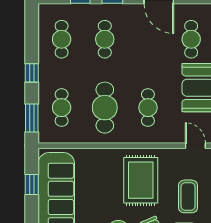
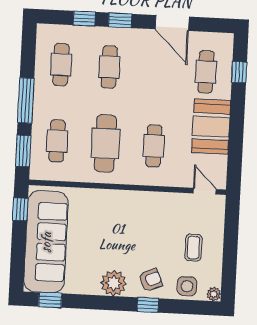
window: (32, 73) -> (26, 100), width x2.17
rug: (141, 180) -> (141, 227), removed
window: (32, 185) -> (20, 209), moved
coffee table: (188, 196) -> (193, 248), width x0.73, depth x0.77

